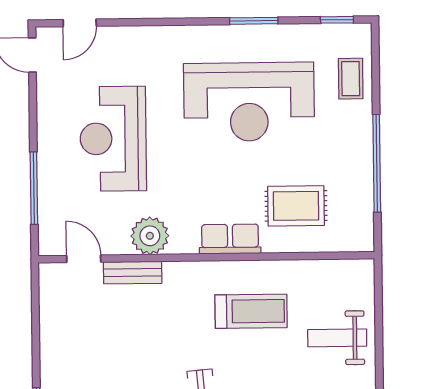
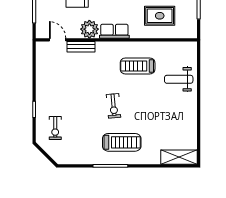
row of seats: (230, 239) -> (114, 31), moved
treadmill: (251, 311) -> (138, 66), turned 180

